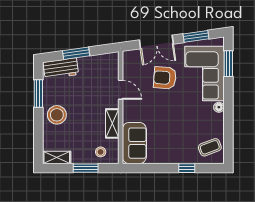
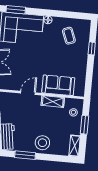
armchair: (165, 78) -> (22, 59), removed
sofa: (134, 143) -> (58, 85), moved
coffee table: (210, 147) -> (69, 36), moved

